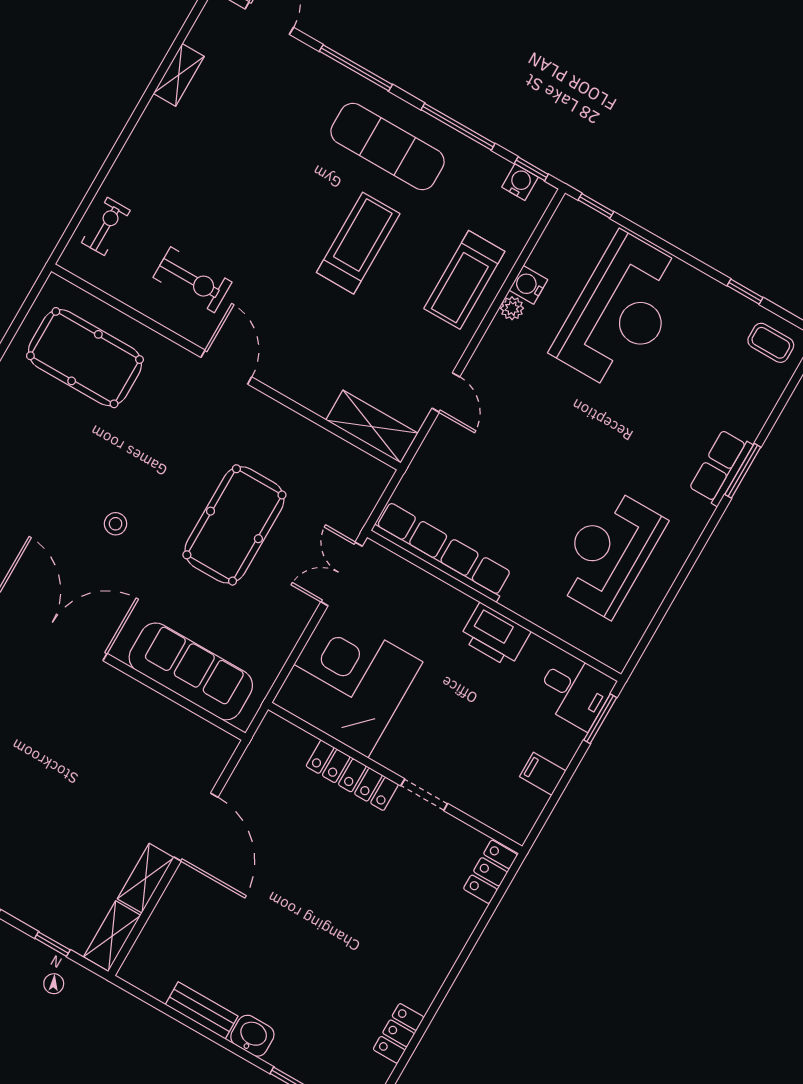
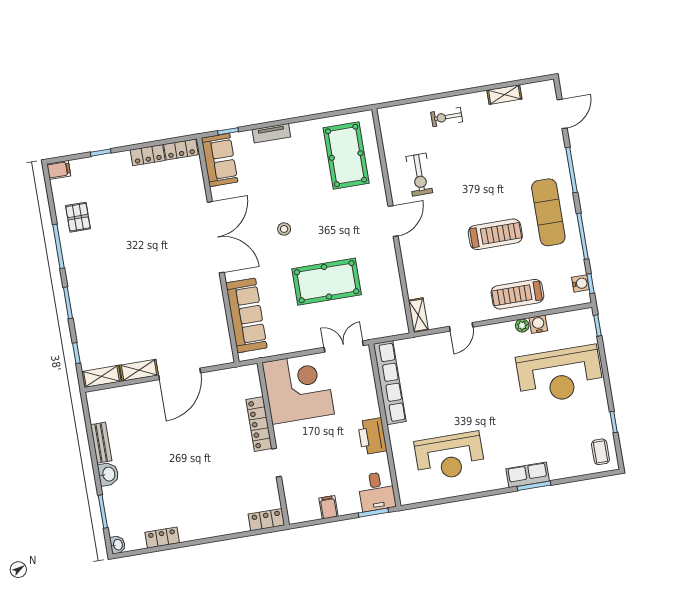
exercise bike: (106, 226) -> (447, 117), moved, turned 180
shelving: (372, 427) -> (418, 315), width x0.67, depth x0.75
reception desk: (609, 553) -> (450, 456), turned 180

